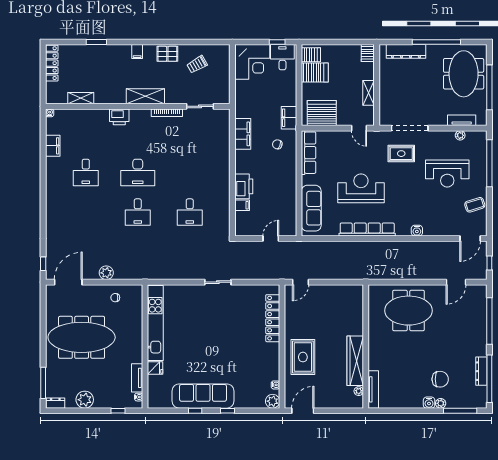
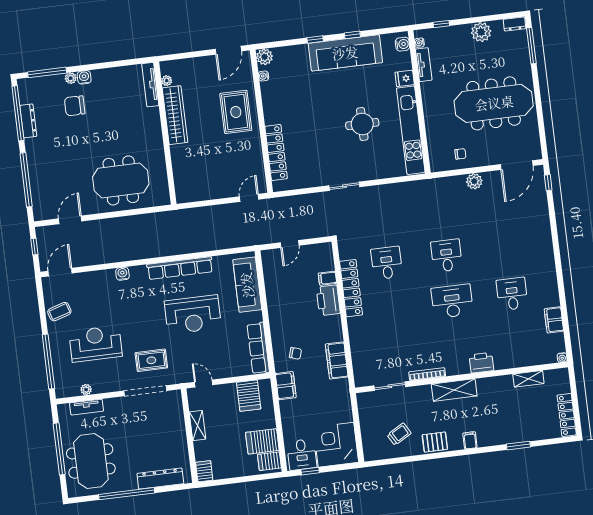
server rack: (322, 113) -> (249, 396), width x0.62
locker: (223, 194) -> (351, 288), added
round table: (196, 333) -> (362, 124), added
water cooler: (153, 398) -> (402, 44), added

